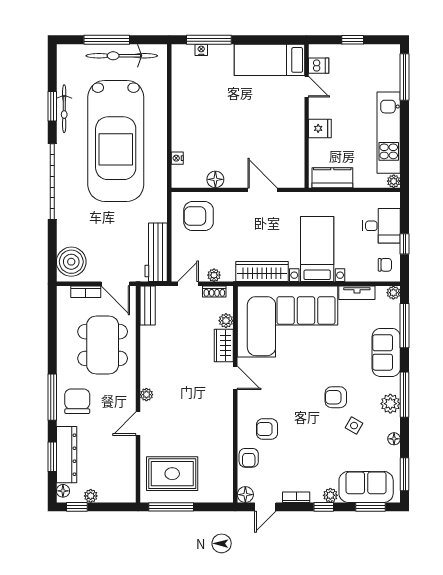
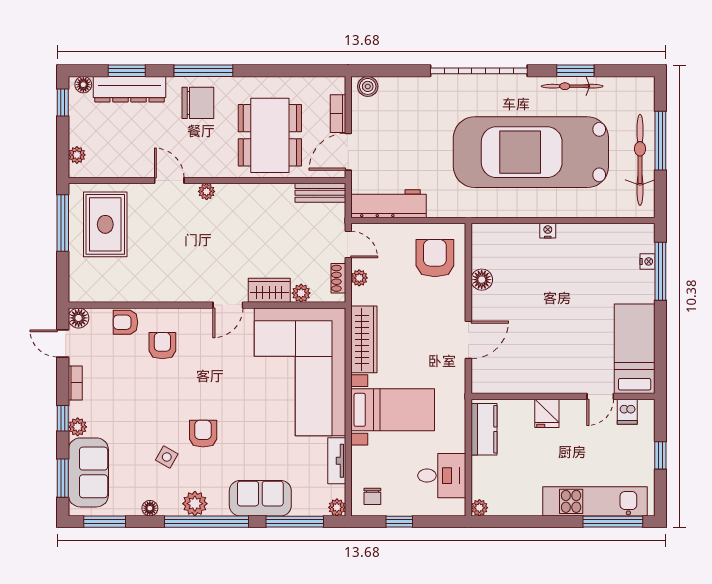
kitchen unit: (389, 133) -> (595, 501), moved
nightstand: (177, 158) -> (548, 231), moved
desk: (381, 226) -> (442, 476), moved, turned -90
boiler: (71, 262) -> (368, 86), width x0.54, depth x0.54
dining table: (103, 345) -> (270, 135), turned 90
window: (405, 395) -> (206, 522), width x1.46
plant: (91, 496) -> (77, 155), moved

